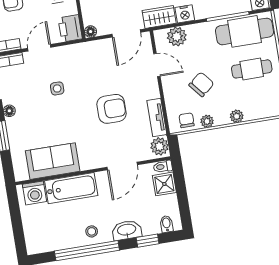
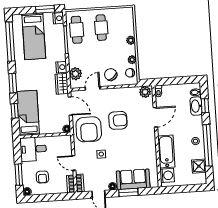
printer: (70, 28) -> (63, 142), removed
cafe table: (245, 31) -> (77, 30), width x0.73, depth x0.74
armchair: (93, 65) -> (89, 129), added
chair: (201, 84) -> (111, 75), moved
armchair: (112, 109) -> (118, 120), turned 90
tv unit: (157, 118) -> (126, 92), removed
sofa: (53, 161) -> (133, 179), moved, turned 90
door: (122, 166) -> (155, 117), hinge flipped
shower: (164, 184) -> (199, 166), moved
washbasin: (127, 230) -> (196, 106), moved

